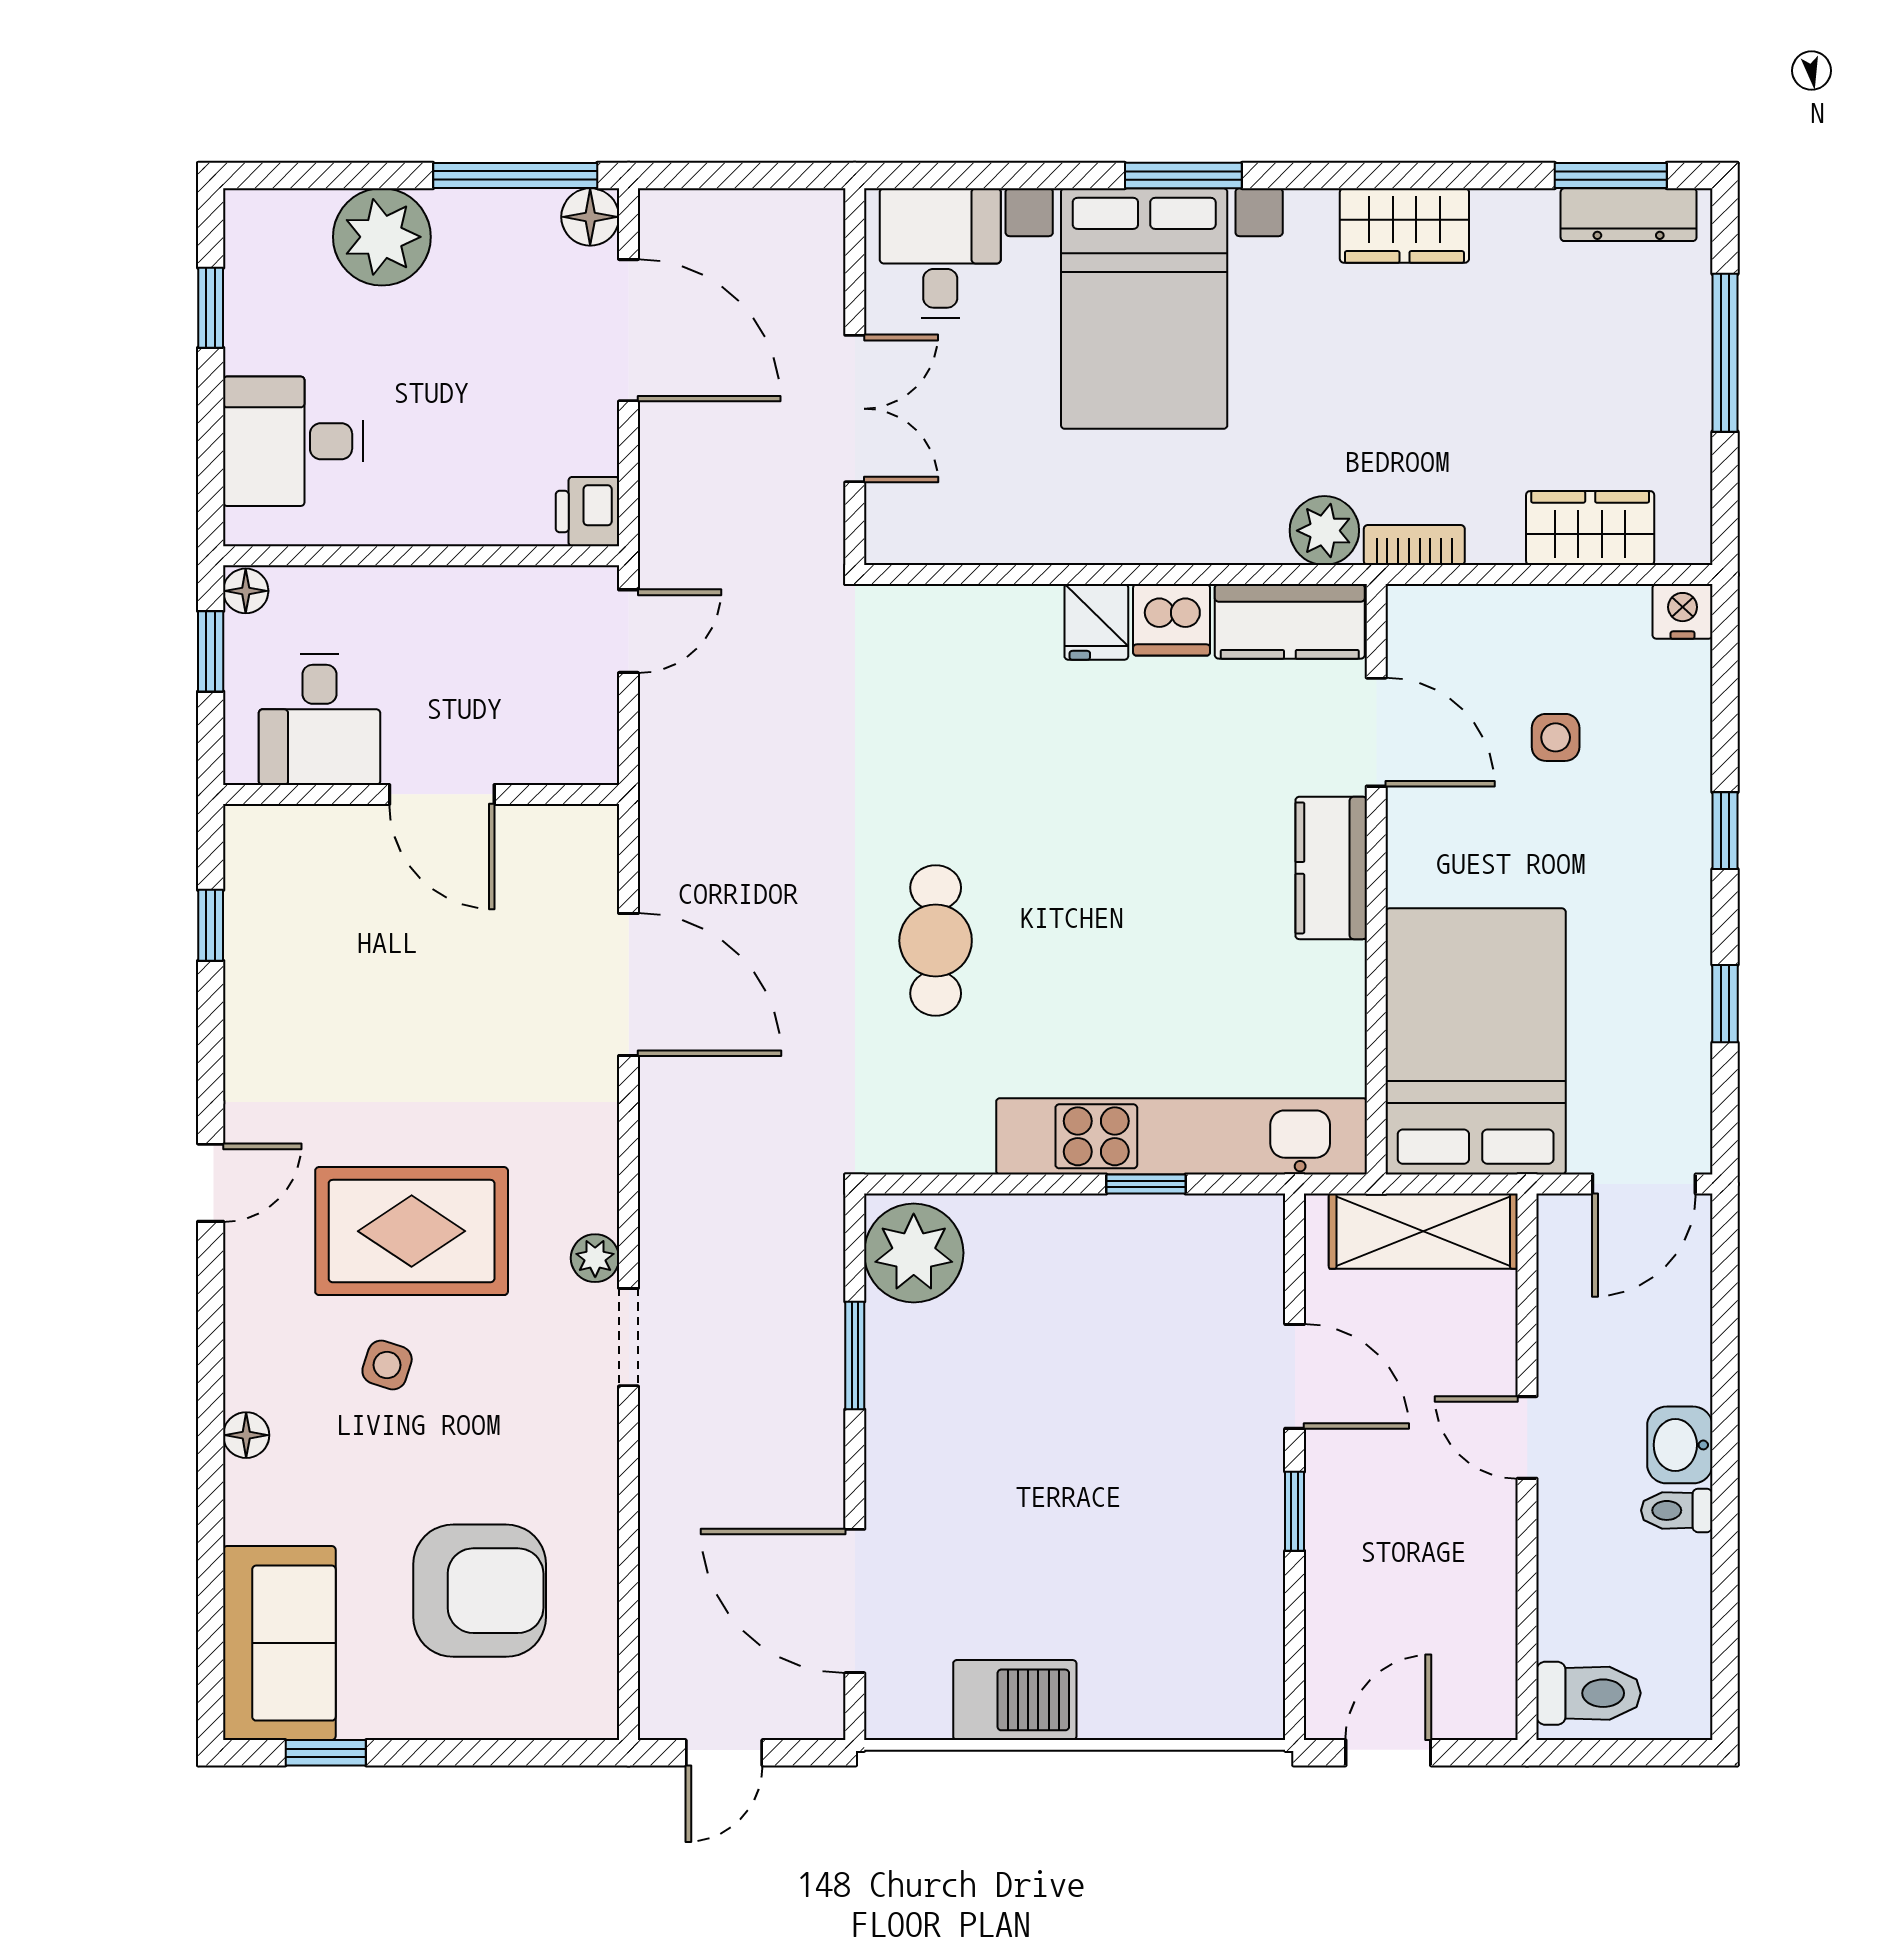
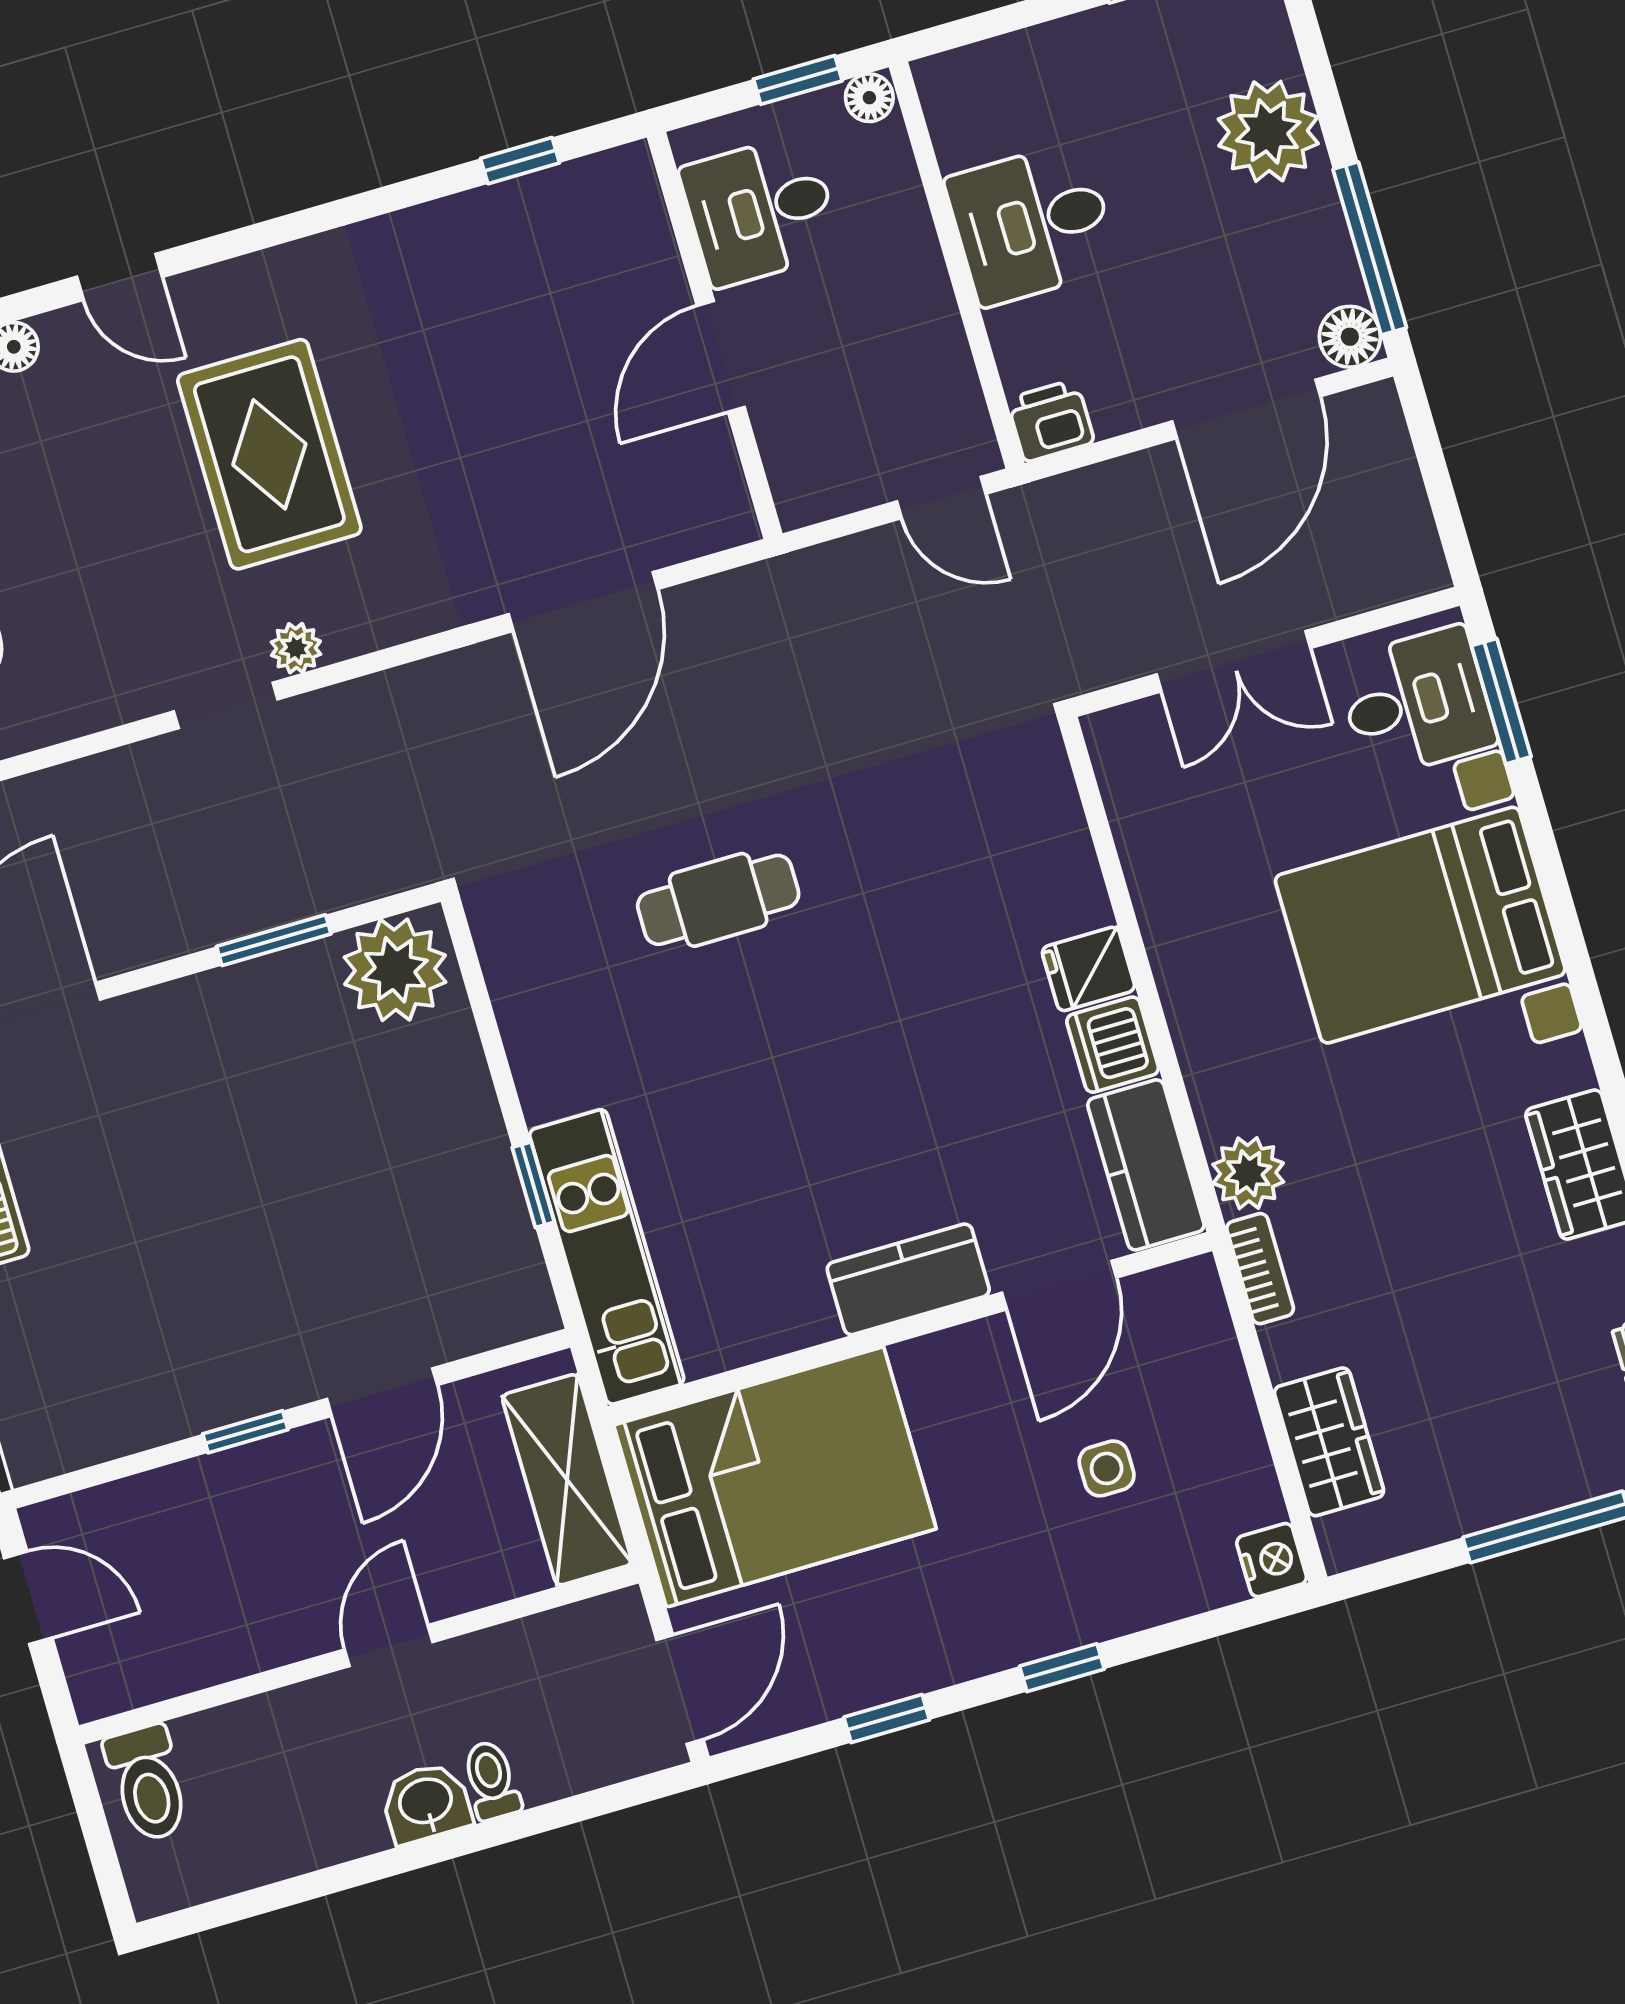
window: (1183, 176) -> (1501, 701), moved
desk: (293, 441) -> (1032, 224), moved, turned -90
kitchen unit: (1182, 1136) -> (607, 1257), width x0.73
door: (211, 1183) -> (120, 277), moved
door: (1644, 1184) -> (680, 1690), swing flipped
side table: (387, 1365) -> (126, 469), removed
toilet: (1677, 1510) -> (491, 1780), moved

